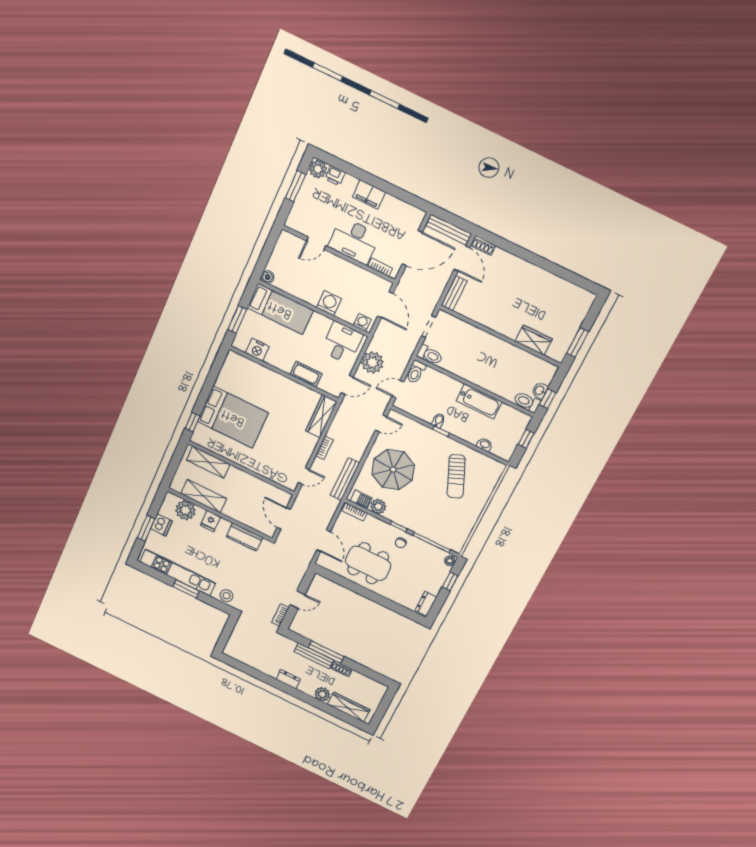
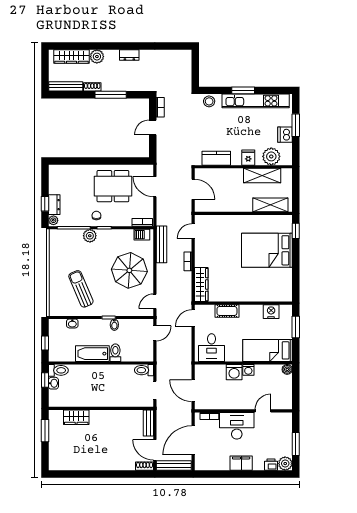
washing machine: (362, 322) -> (248, 370), moved
plant: (372, 362) -> (183, 344), removed
toilet: (416, 372) -> (115, 353), moved
plant: (378, 506) -> (90, 236), moved
dresser: (426, 604) -> (54, 205), moved
bench: (314, 656) -> (66, 86), moved

